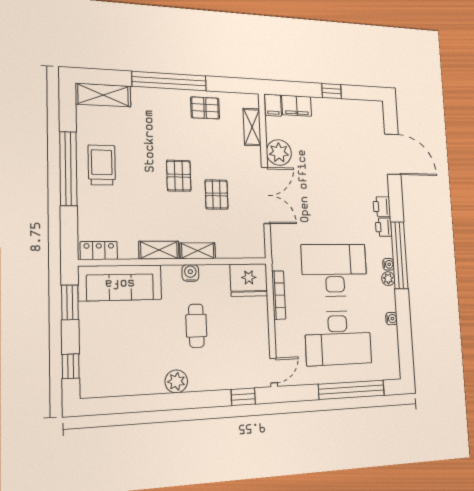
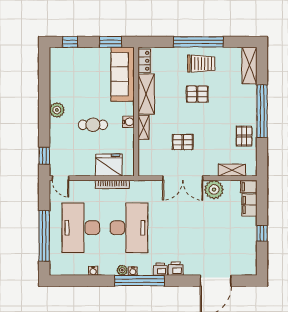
pallet: (179, 176) -> (197, 94), moved
shelving: (159, 250) -> (146, 94), width x1.50, depth x1.33
fridge: (249, 280) -> (109, 165), moved, turned 90

